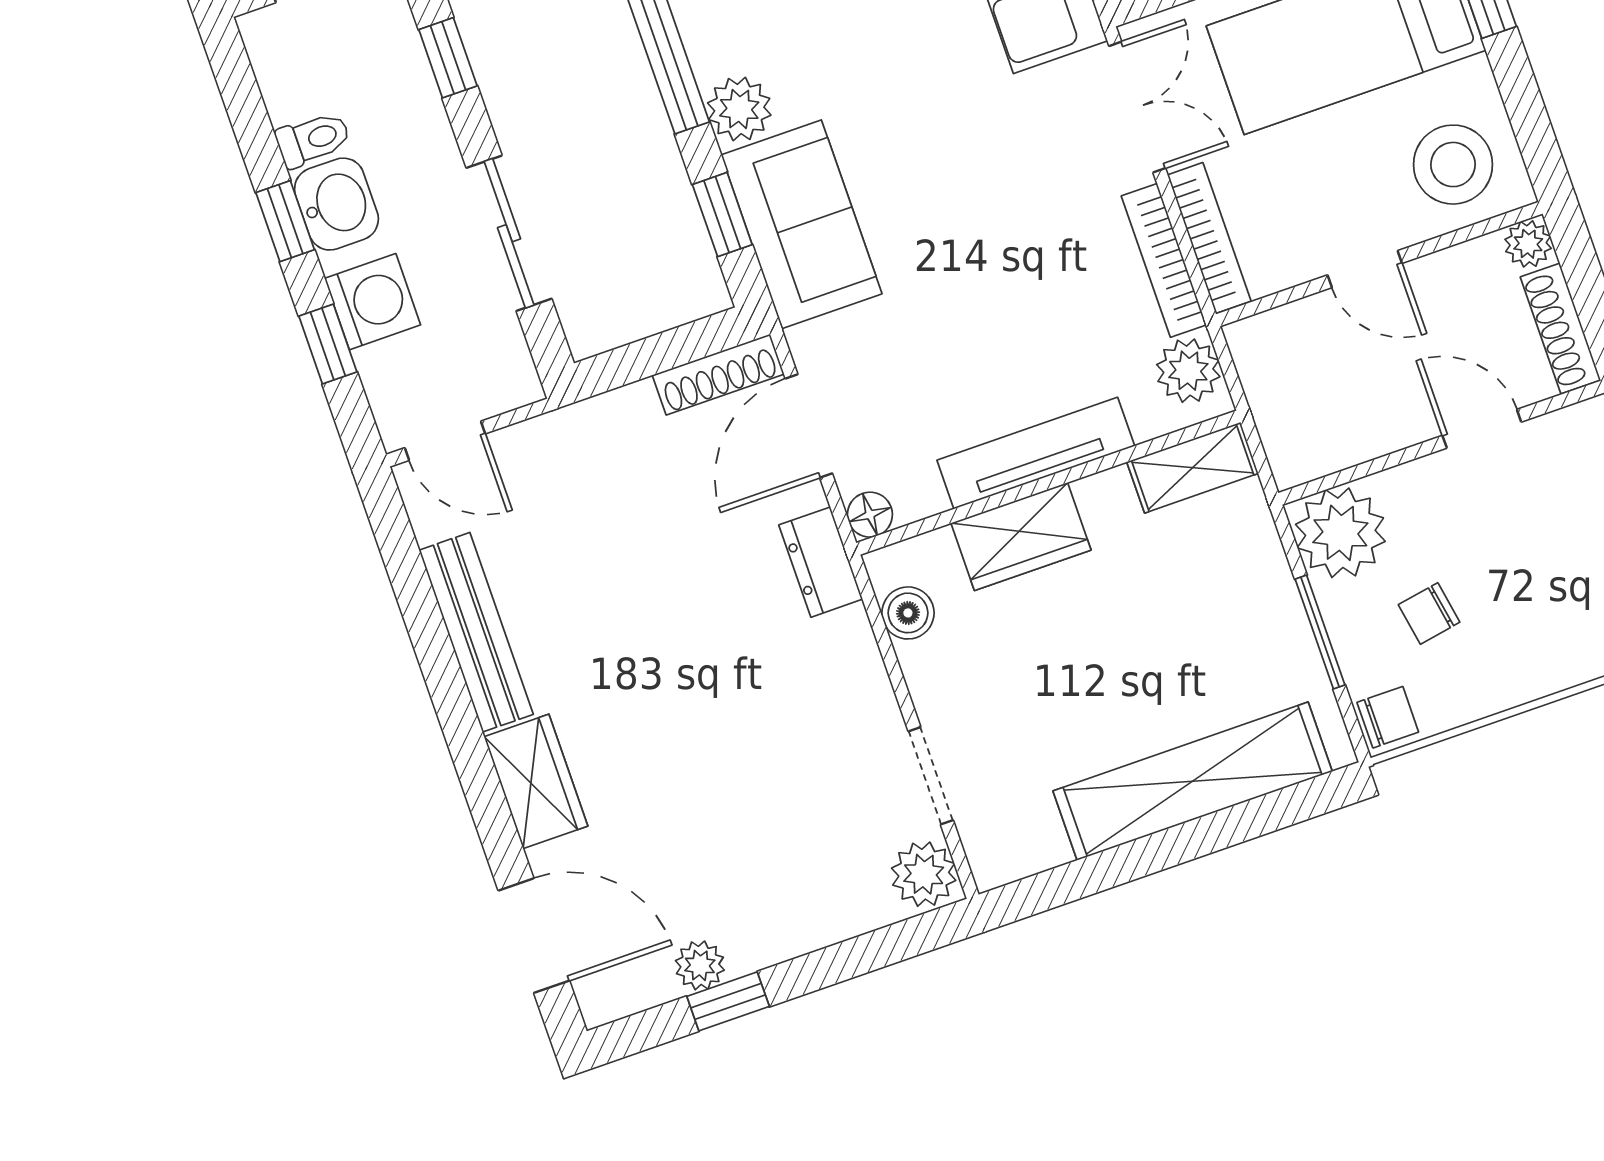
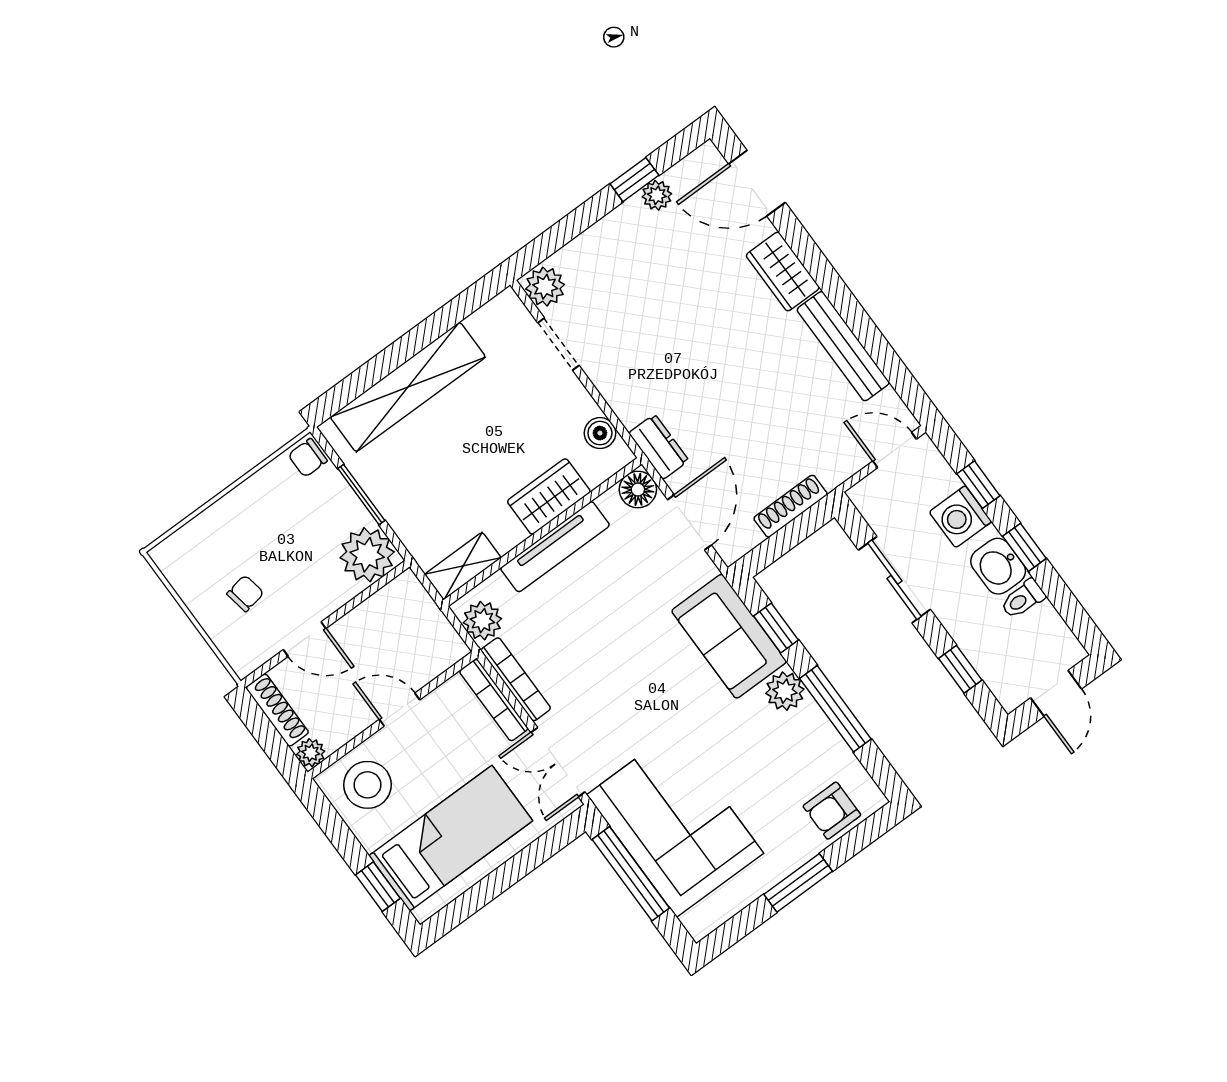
shoe rack: (718, 375) -> (790, 506), moved
floor lamp: (870, 515) -> (638, 489), width x1.37, depth x1.37
chair: (1429, 613) -> (245, 593), moved

